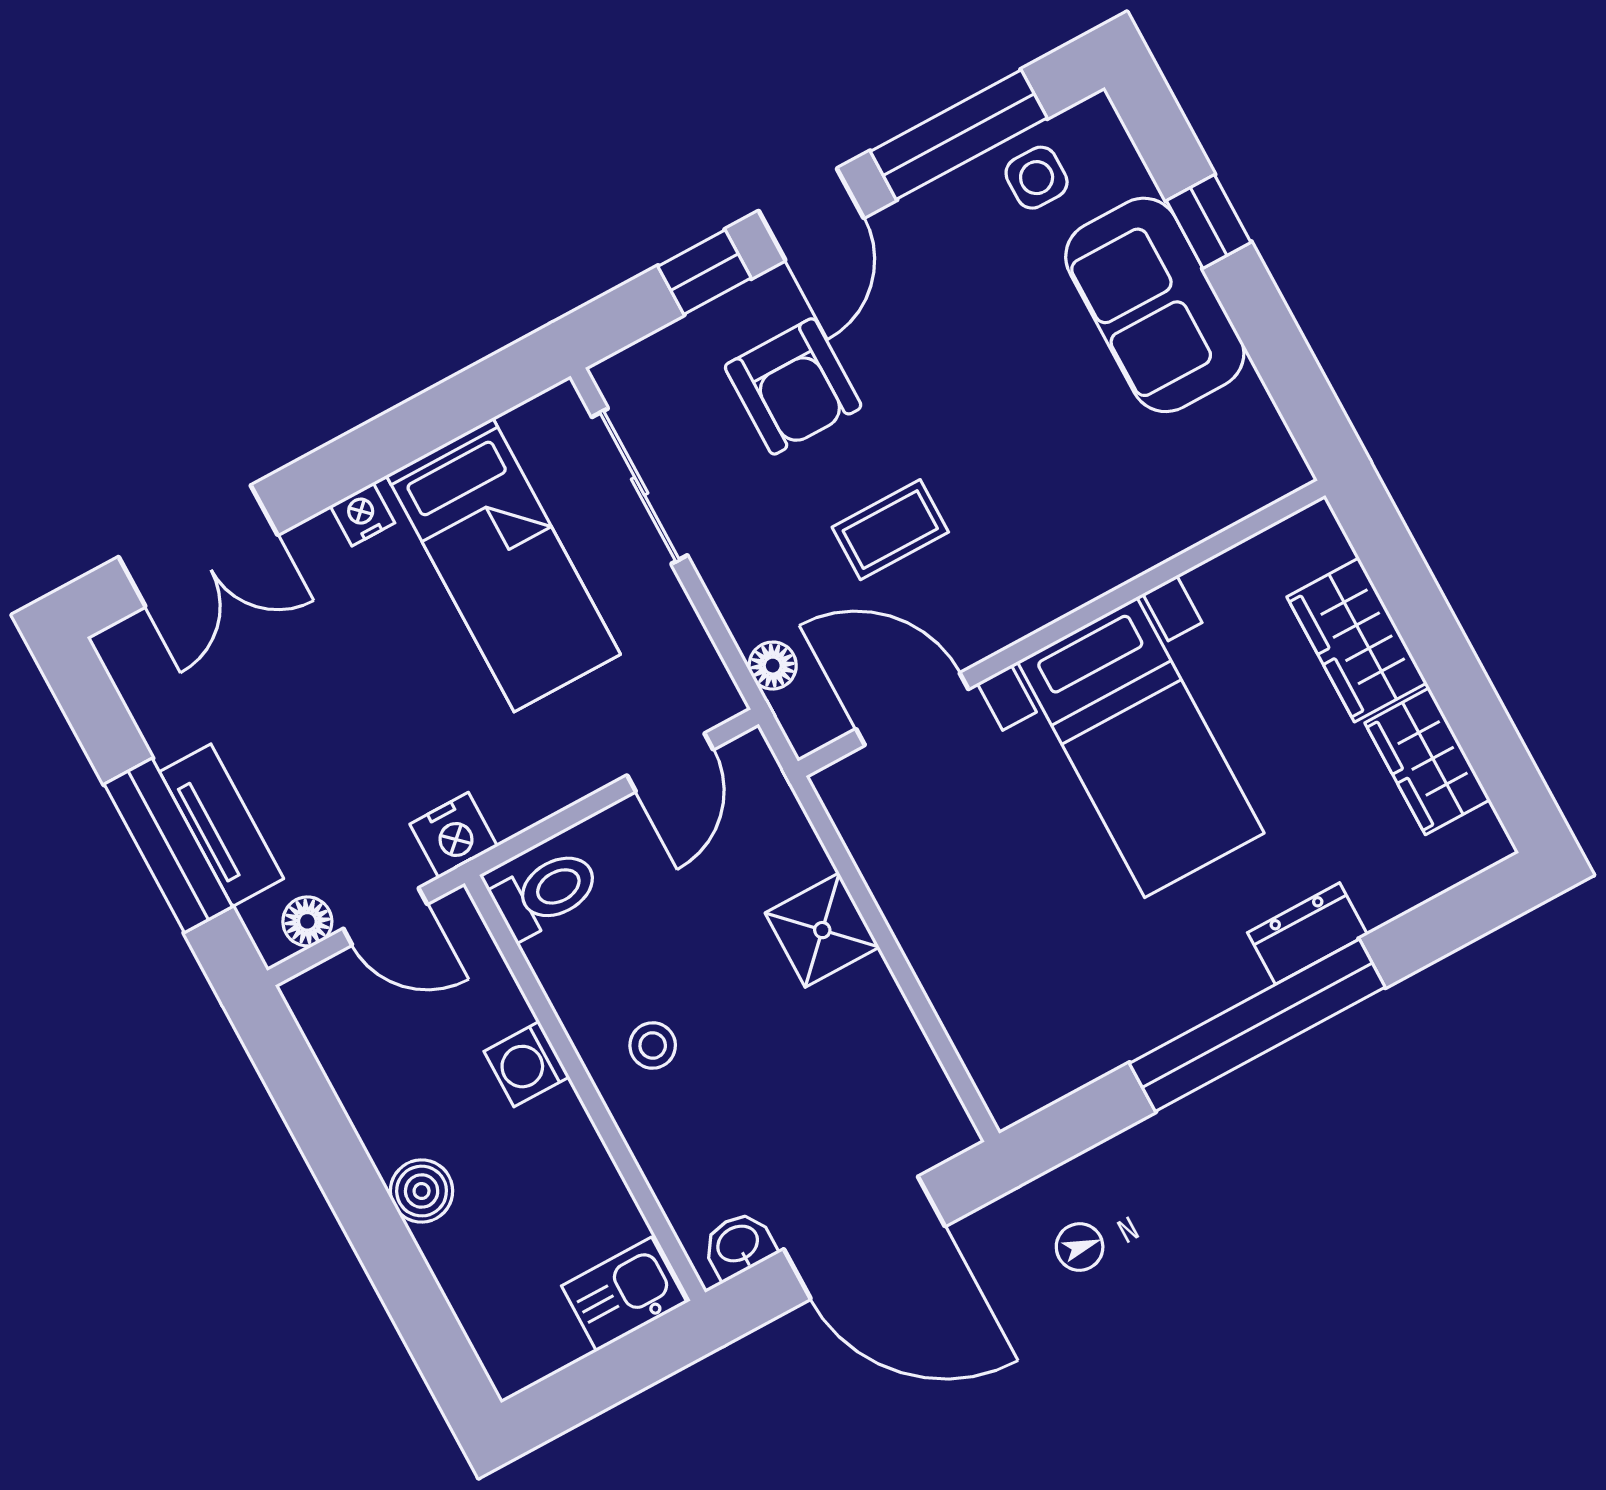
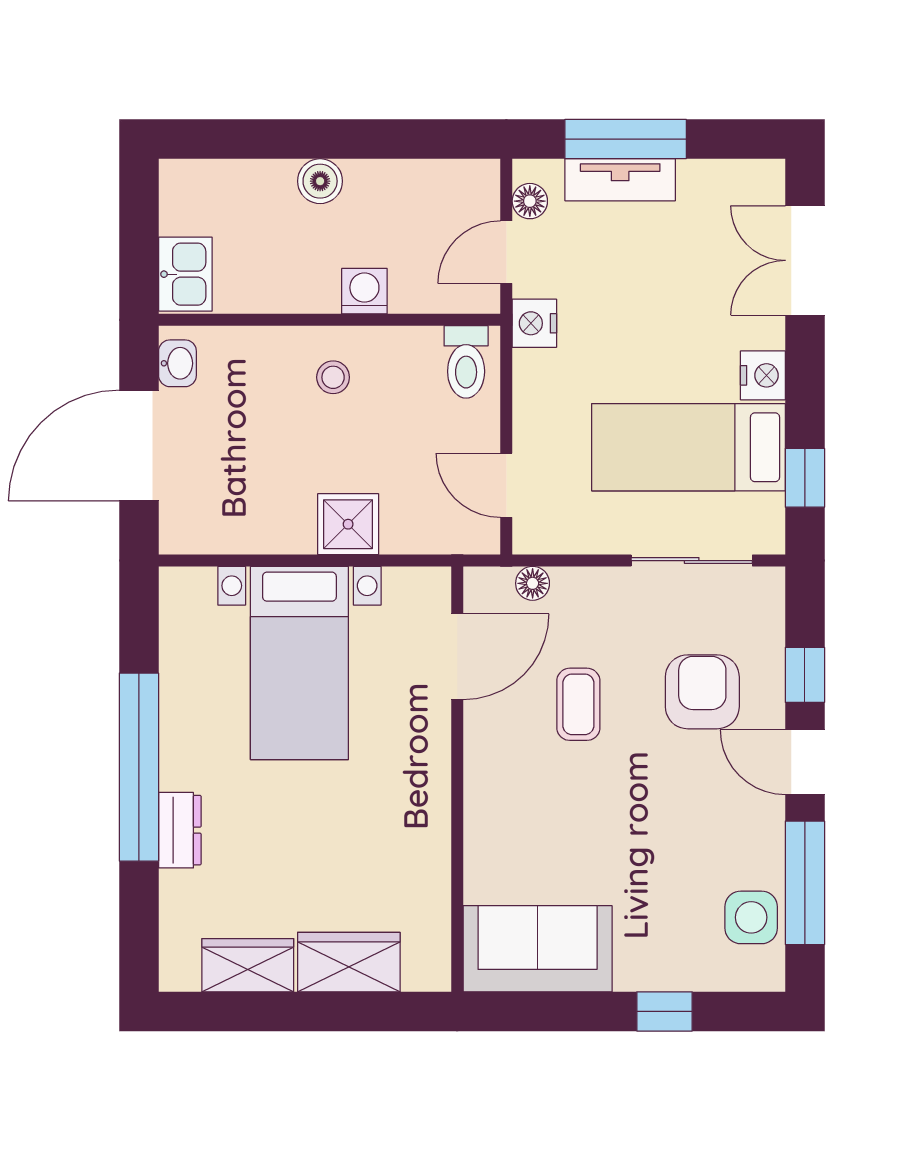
side table: (1037, 178) -> (751, 917), width x1.37, depth x1.37
sofa: (1155, 305) -> (538, 949), moved
armchair: (793, 386) -> (702, 692), turned 90
window: (464, 402) -> (805, 478), added
nightstand: (362, 514) -> (763, 375), width x1.39, depth x1.35
bed with nightstands: (1141, 747) -> (299, 663), moved, turned -90

